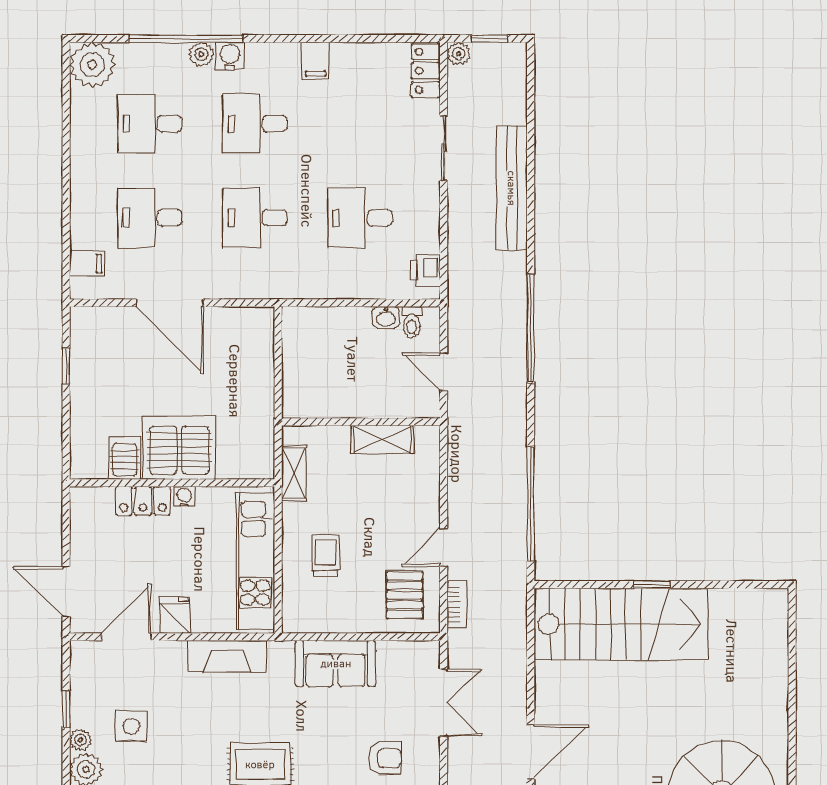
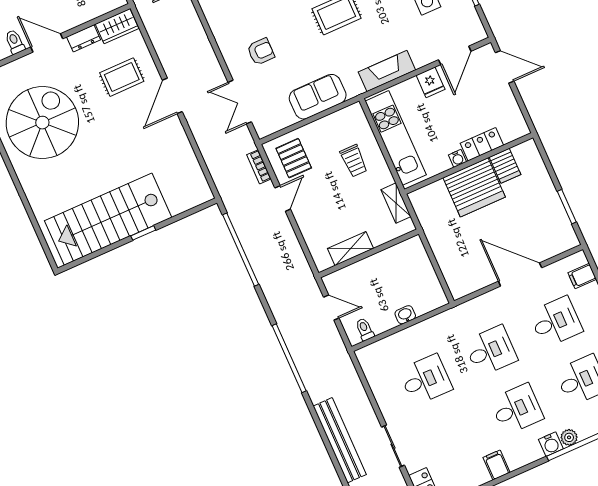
printer: (425, 270) -> (371, 365), removed
washbasin: (386, 317) -> (405, 315), moved
window: (66, 366) -> (567, 207), width x1.50
stairs: (621, 624) -> (108, 219), moved
armchair: (385, 758) -> (261, 52), turned 180

